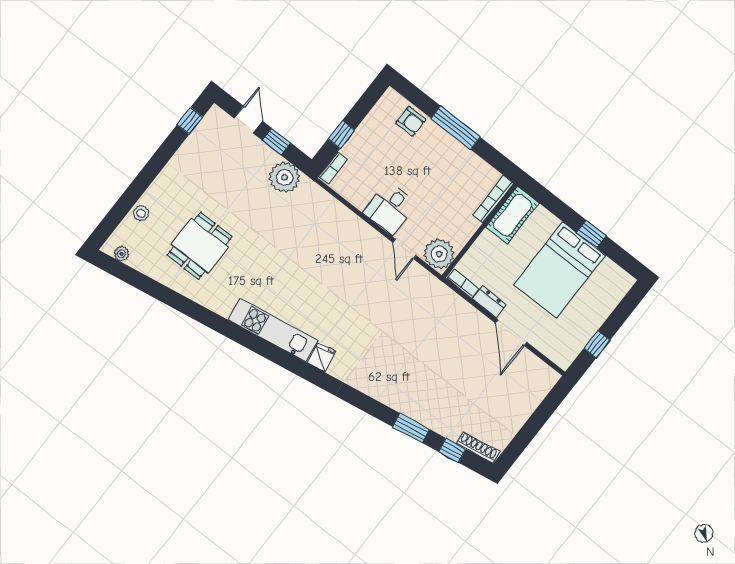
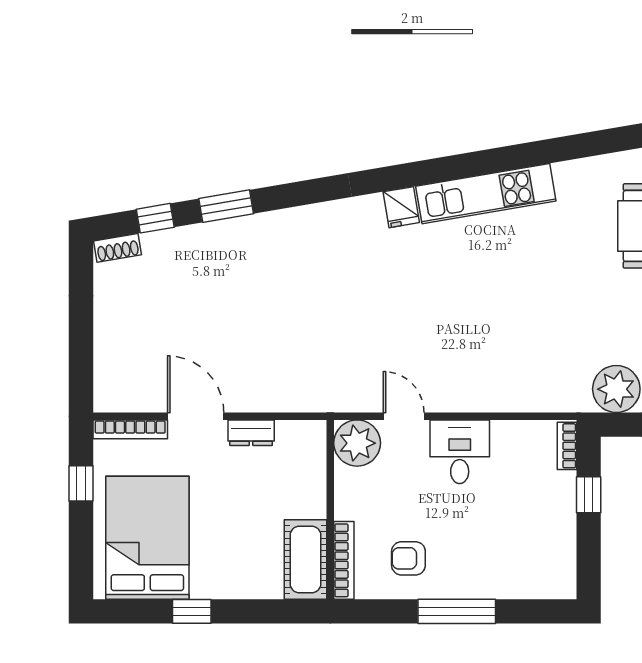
armchair: (411, 121) -> (408, 558), moved
bed: (559, 270) -> (147, 538), moved
bookcase: (463, 284) -> (130, 429), moved, width x1.56
shoe rack: (478, 447) -> (118, 248), width x0.70

